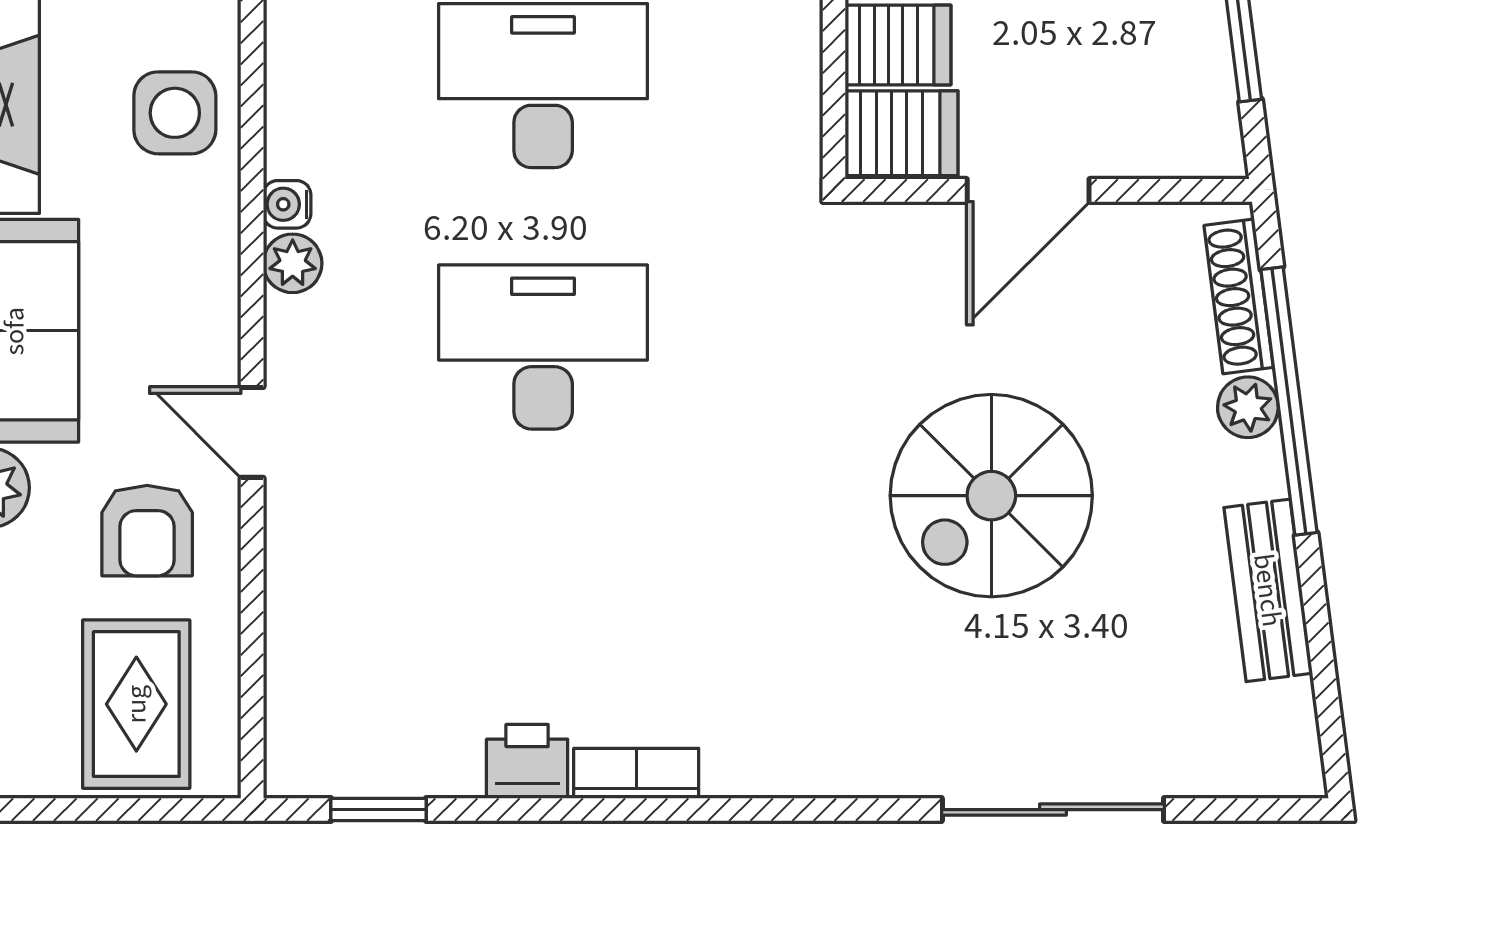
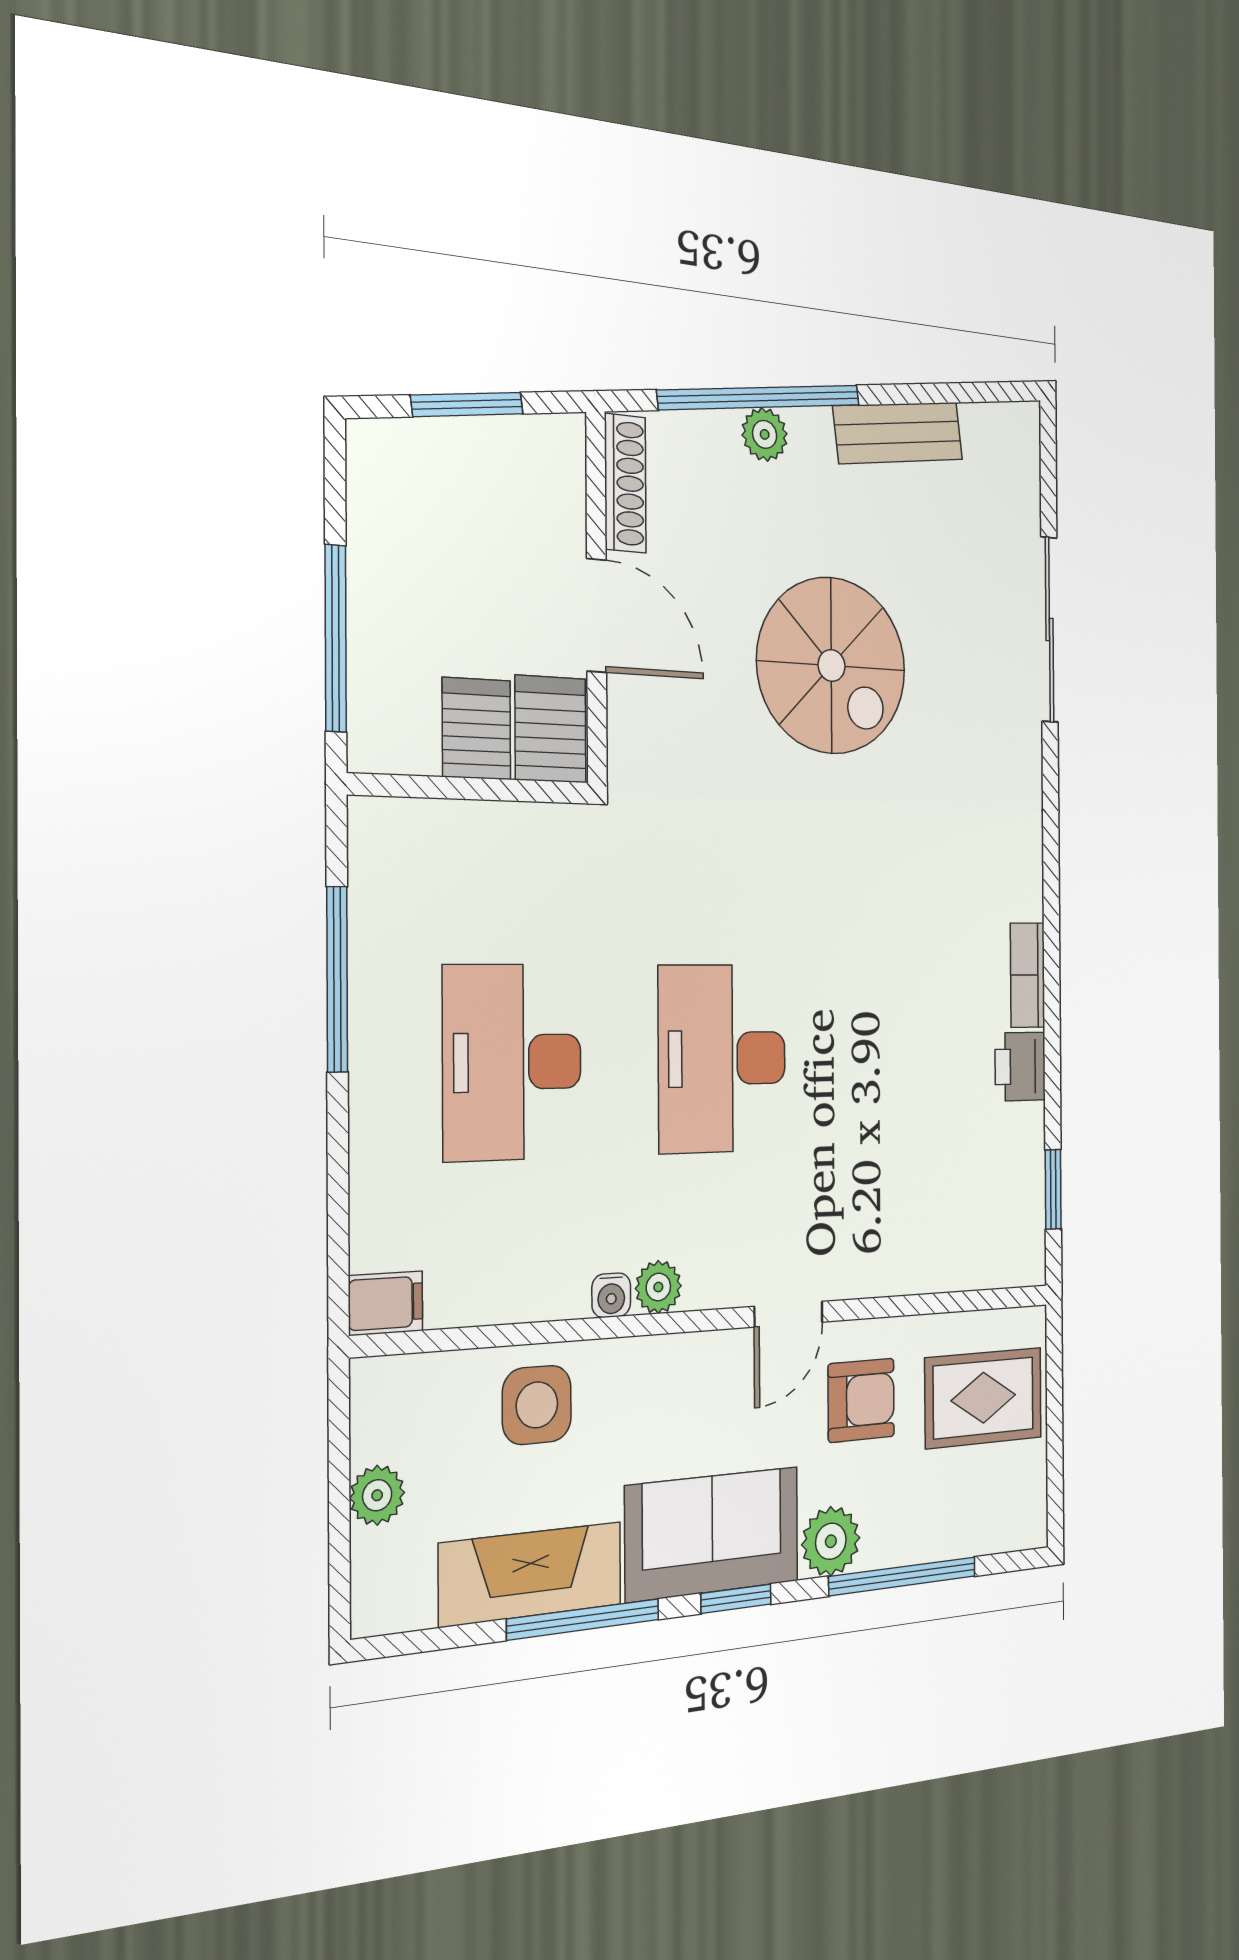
shoe rack: (1239, 296) -> (625, 483), moved, turned -83

